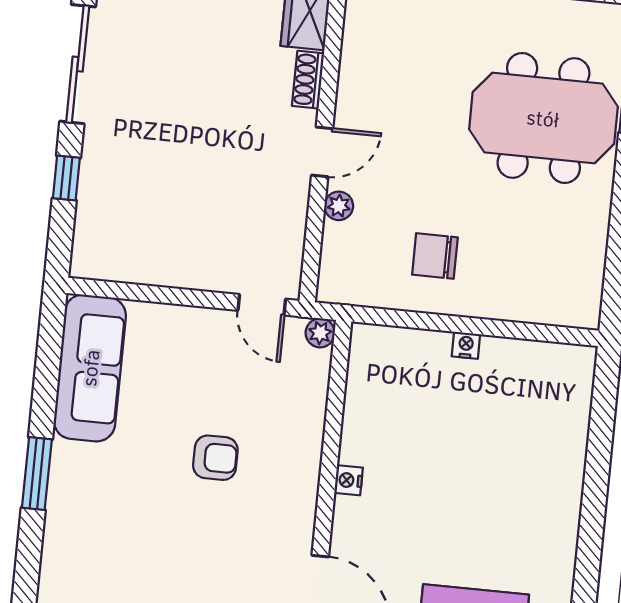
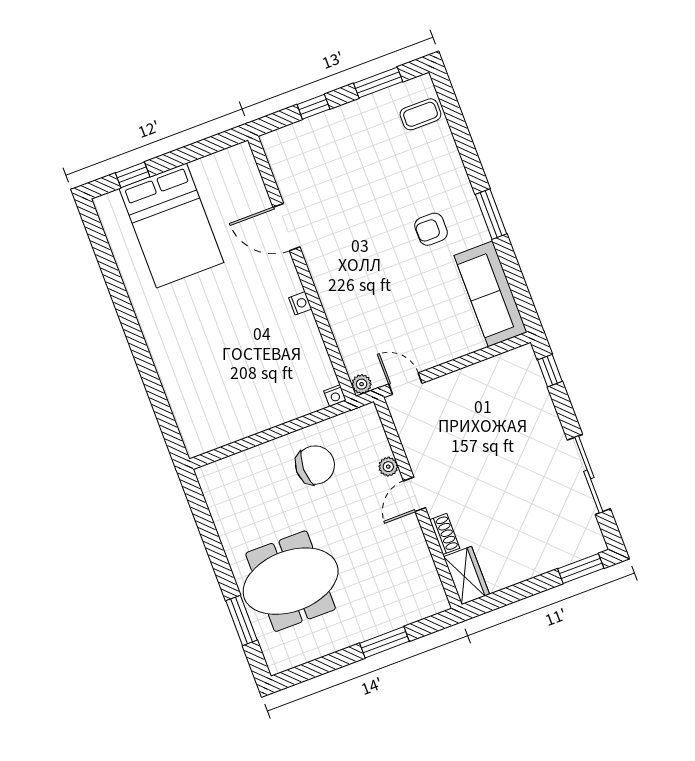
window: (66, 178) -> (550, 371), moved
chair: (435, 256) -> (315, 465), width x1.37, depth x1.37
nightstand: (466, 345) -> (335, 396), moved
armchair: (215, 458) -> (431, 229), moved

